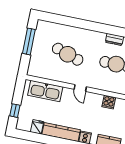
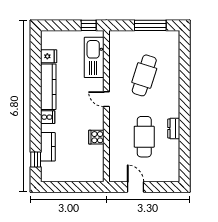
door: (80, 88) -> (106, 99), hinge flipped
window: (15, 111) -> (89, 25), moved

